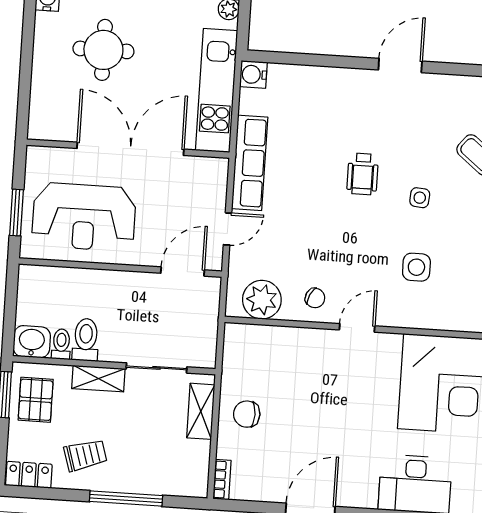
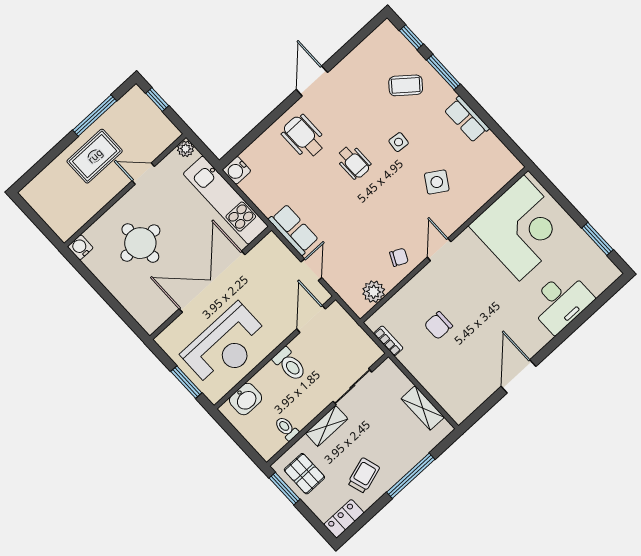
wheelchair: (342, 107) -> (304, 137), added
row of seats: (250, 163) -> (294, 230), width x0.68
side table: (416, 267) -> (437, 182), turned 33
plant: (262, 300) -> (374, 292), width x0.73, depth x0.73
toilet: (86, 340) -> (290, 364), moved, turned 180
washbasin: (32, 342) -> (246, 399), moved, turned 180
shelving: (201, 411) -> (423, 408), moved
chair: (247, 414) -> (438, 325), moved
bookcase: (222, 480) -> (388, 341), moved

